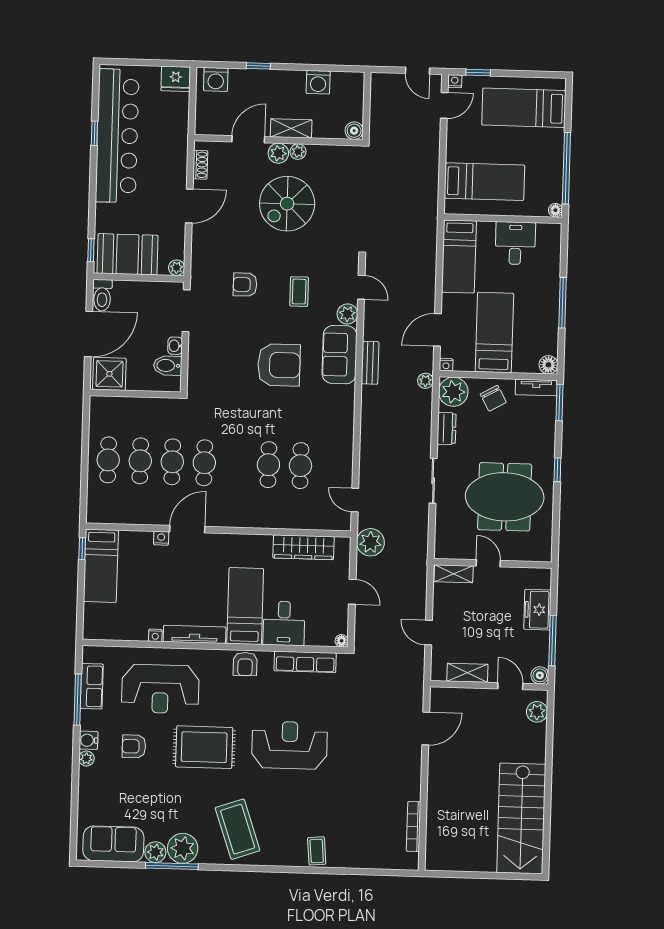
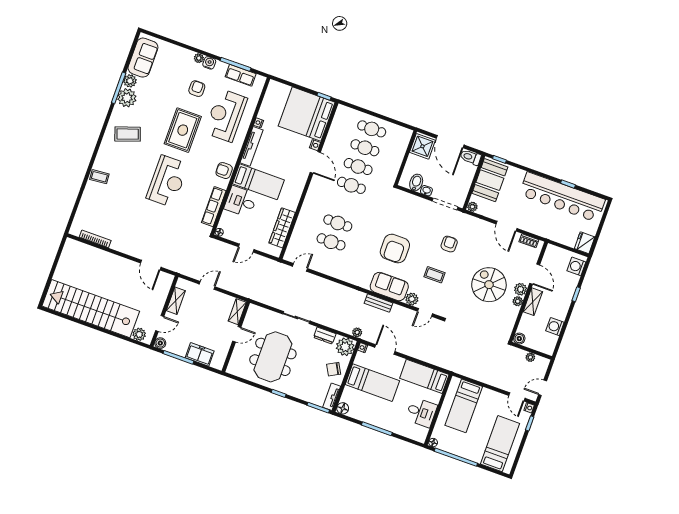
plant: (370, 542) -> (530, 357), moved, width x0.53, depth x0.53
bed: (101, 566) -> (307, 114), width x2.04
stairs: (521, 818) -> (91, 309), width x1.36
coffee table: (238, 829) -> (128, 134), width x0.73, depth x0.76

